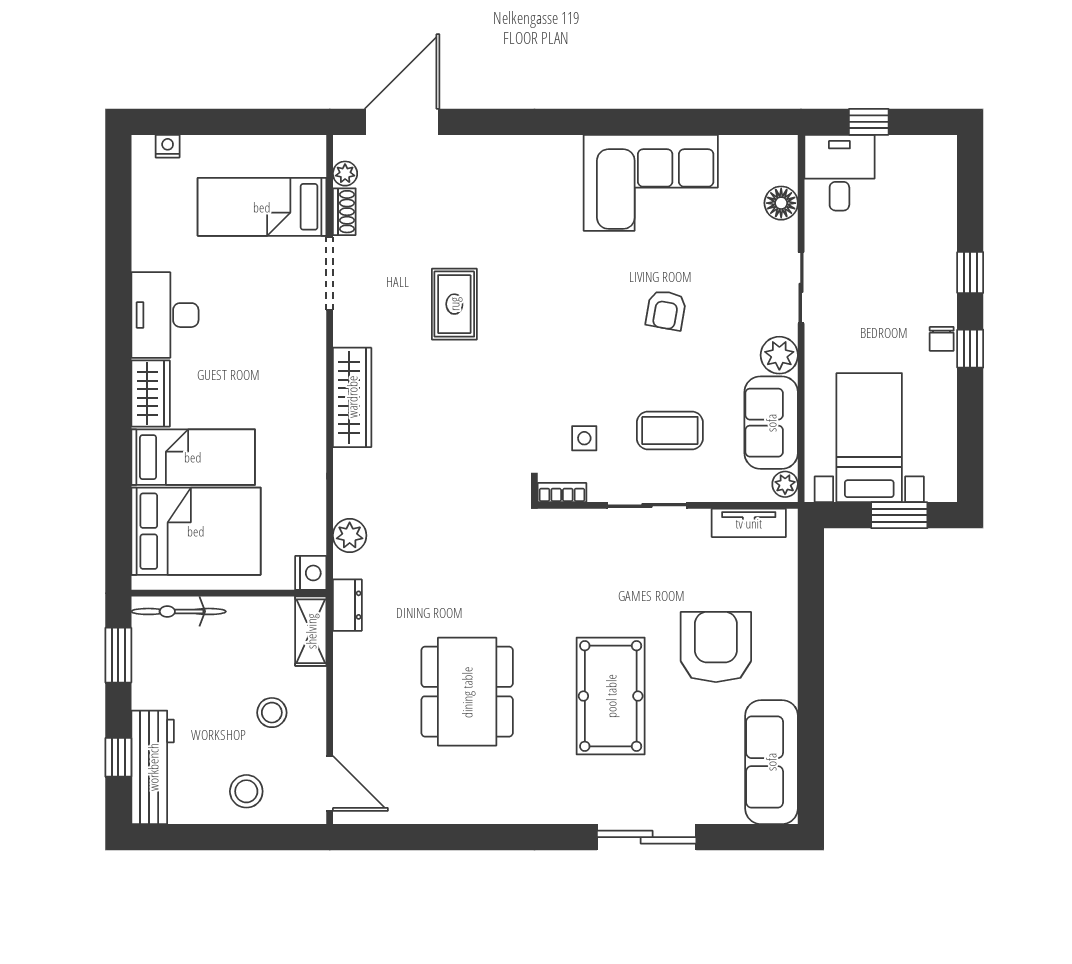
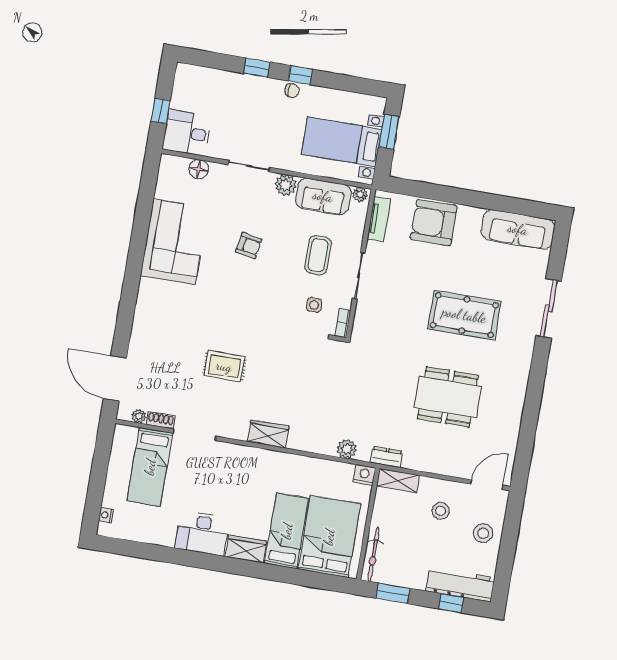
wardrobe: (352, 397) -> (268, 434), width x0.67
armchair: (716, 647) -> (434, 223), moved

